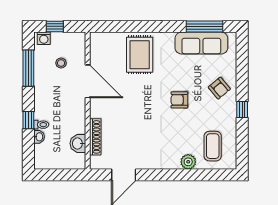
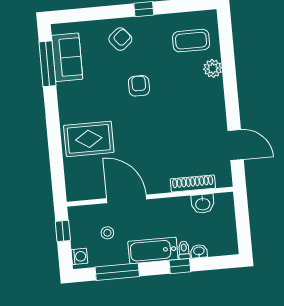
window: (55, 26) -> (63, 231), moved
sofa: (201, 43) -> (67, 57), width x0.73
door: (88, 81) -> (127, 199), hinge flipped
bathtub: (43, 99) -> (153, 250), added
armchair: (179, 100) -> (139, 86), turned 180

